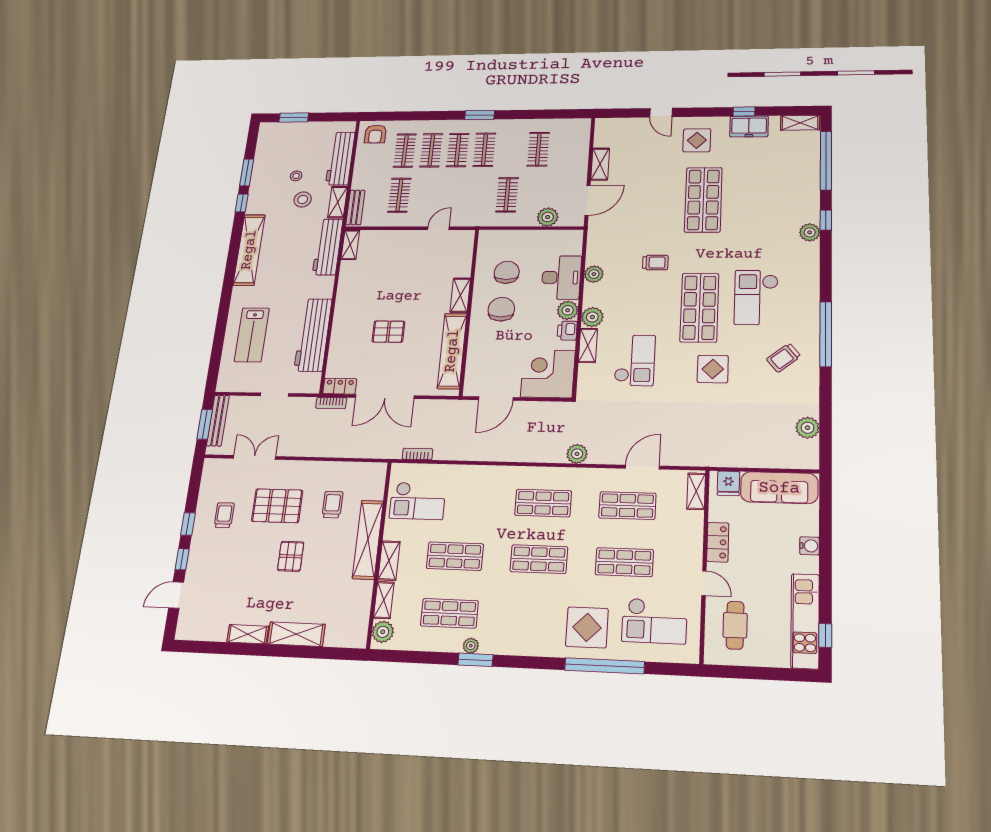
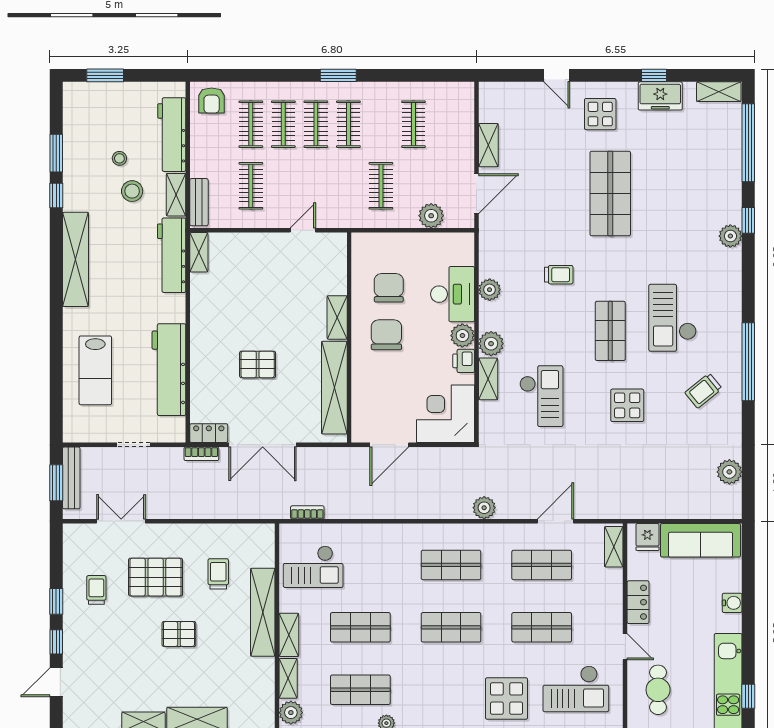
shop shelf: (699, 308) -> (610, 331), width x0.70, depth x0.74
pallet: (291, 556) -> (179, 634), turned 90

